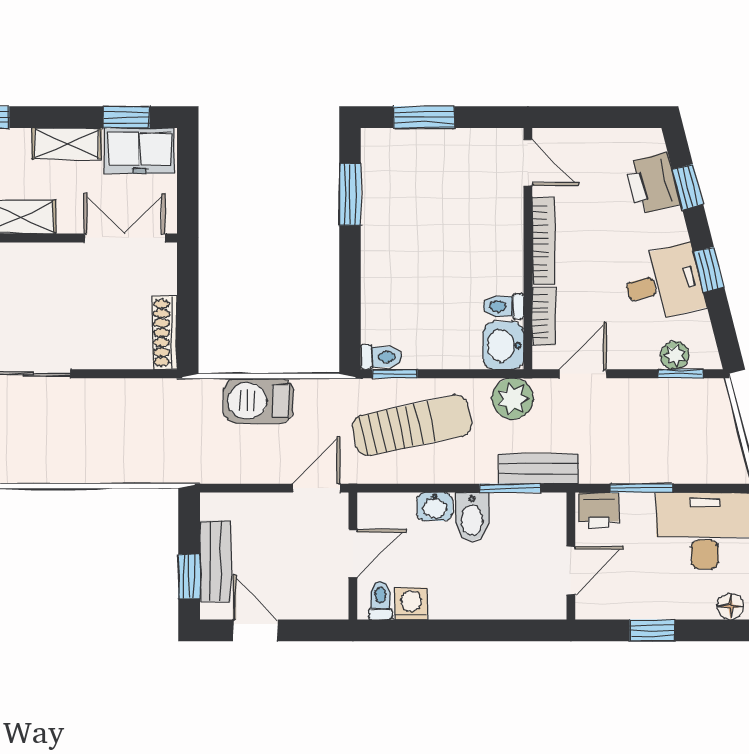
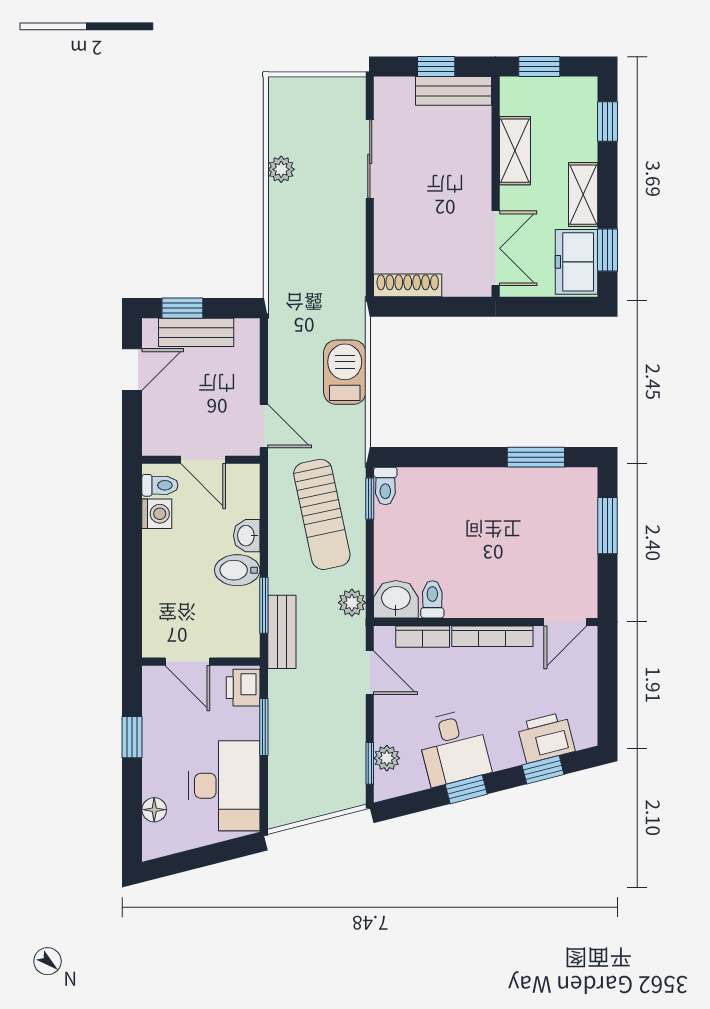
plant: (513, 399) -> (352, 603), width x0.73, depth x0.73
plant: (39, 469) -> (281, 169), added

